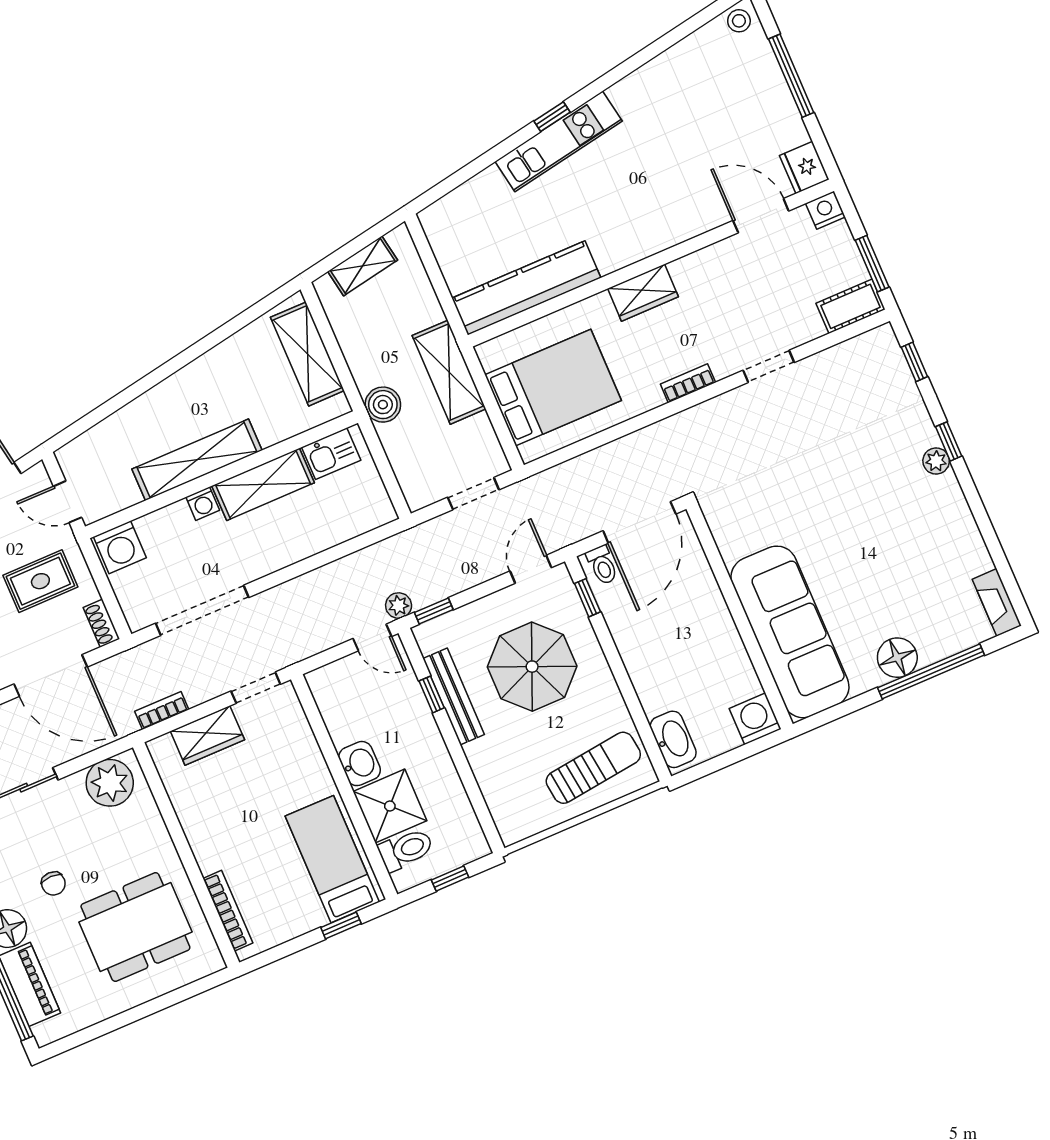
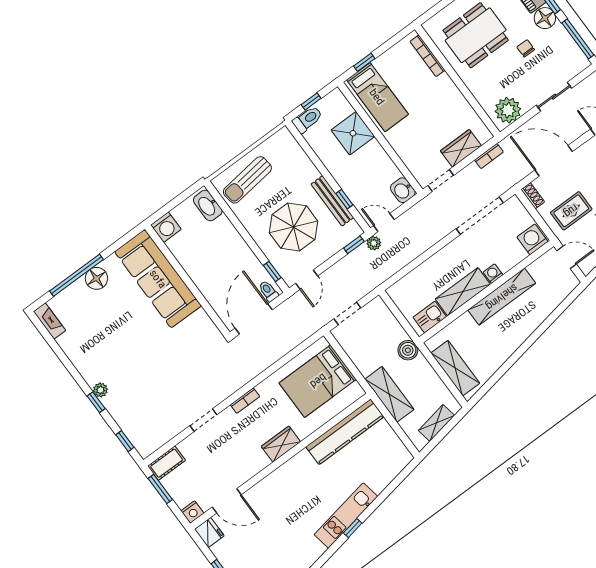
shelving: (449, 372) -> (389, 394), moved
washbasin: (360, 764) -> (403, 190), moved
toilet: (406, 850) -> (307, 119), moved, turned 180

